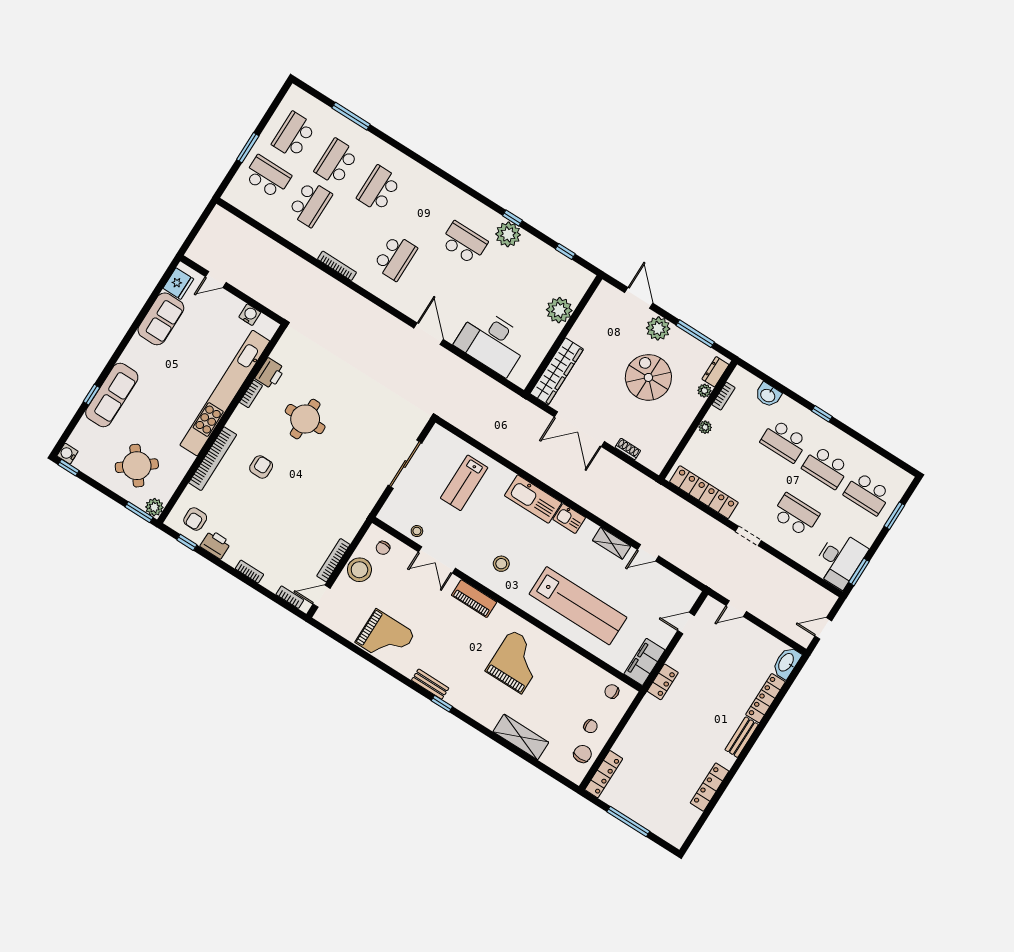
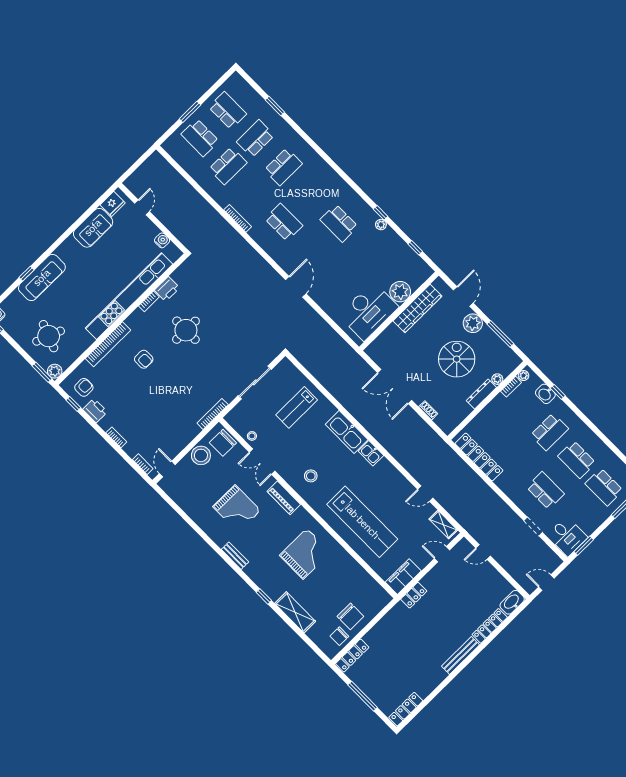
window: (351, 116) -> (275, 106), width x0.69
school desk: (294, 135) -> (228, 110), turned 90
school desk: (267, 177) -> (200, 138), turned 180
school desk: (379, 189) -> (283, 167), turned 180
plant: (508, 234) -> (381, 225), width x0.53, depth x0.53
school desk: (464, 243) -> (339, 223), turned 180
school desk: (395, 257) -> (284, 222), turned -90
door: (216, 280) -> (142, 207), swing flipped
desk: (492, 342) -> (369, 311), moved, turned -90
wardrobe: (557, 371) -> (417, 309), moved
dresser: (715, 372) -> (481, 394), moved, width x1.44
window: (822, 414) -> (558, 392), moved
plant: (705, 427) -> (524, 375), moved
school desk: (784, 441) -> (549, 432), turned -90
round table: (137, 466) -> (49, 336), turned -31
armchair: (261, 467) -> (144, 359), turned 90
armchair: (195, 519) -> (84, 387), turned 180
doorway: (748, 536) -> (533, 527), moved
shelving: (612, 543) -> (443, 525), moved
chair: (383, 548) -> (223, 443), width x1.87, depth x1.87
bookcase: (333, 560) -> (213, 414), moved
desk: (840, 560) -> (567, 536), width x0.73
door: (322, 596) -> (167, 469), hinge flipped
grand piano: (385, 638) -> (237, 509), moved
chair: (612, 691) -> (373, 594), removed
window: (442, 704) -> (264, 596), moved
chair: (591, 726) -> (350, 616), width x1.87, depth x1.87
bench: (742, 737) -> (460, 655), width x1.36
chair: (582, 754) -> (339, 636), turned 180
locker: (710, 787) -> (406, 709), moved

